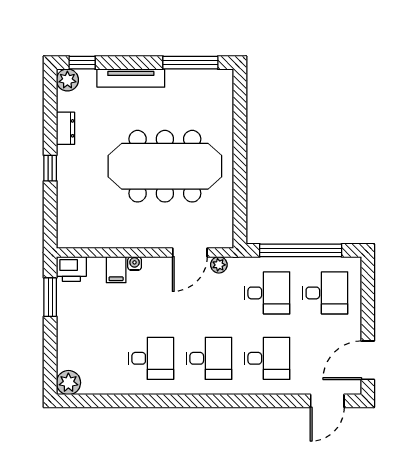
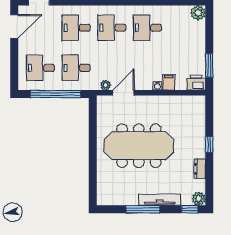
window: (190, 63) -> (143, 209), moved

